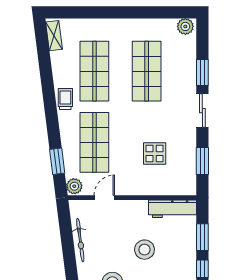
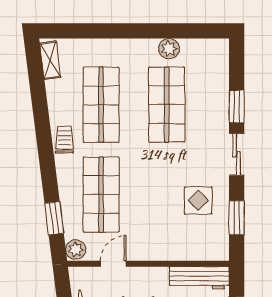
plant: (185, 26) -> (169, 49), moved
display table: (155, 154) -> (198, 200), moved

